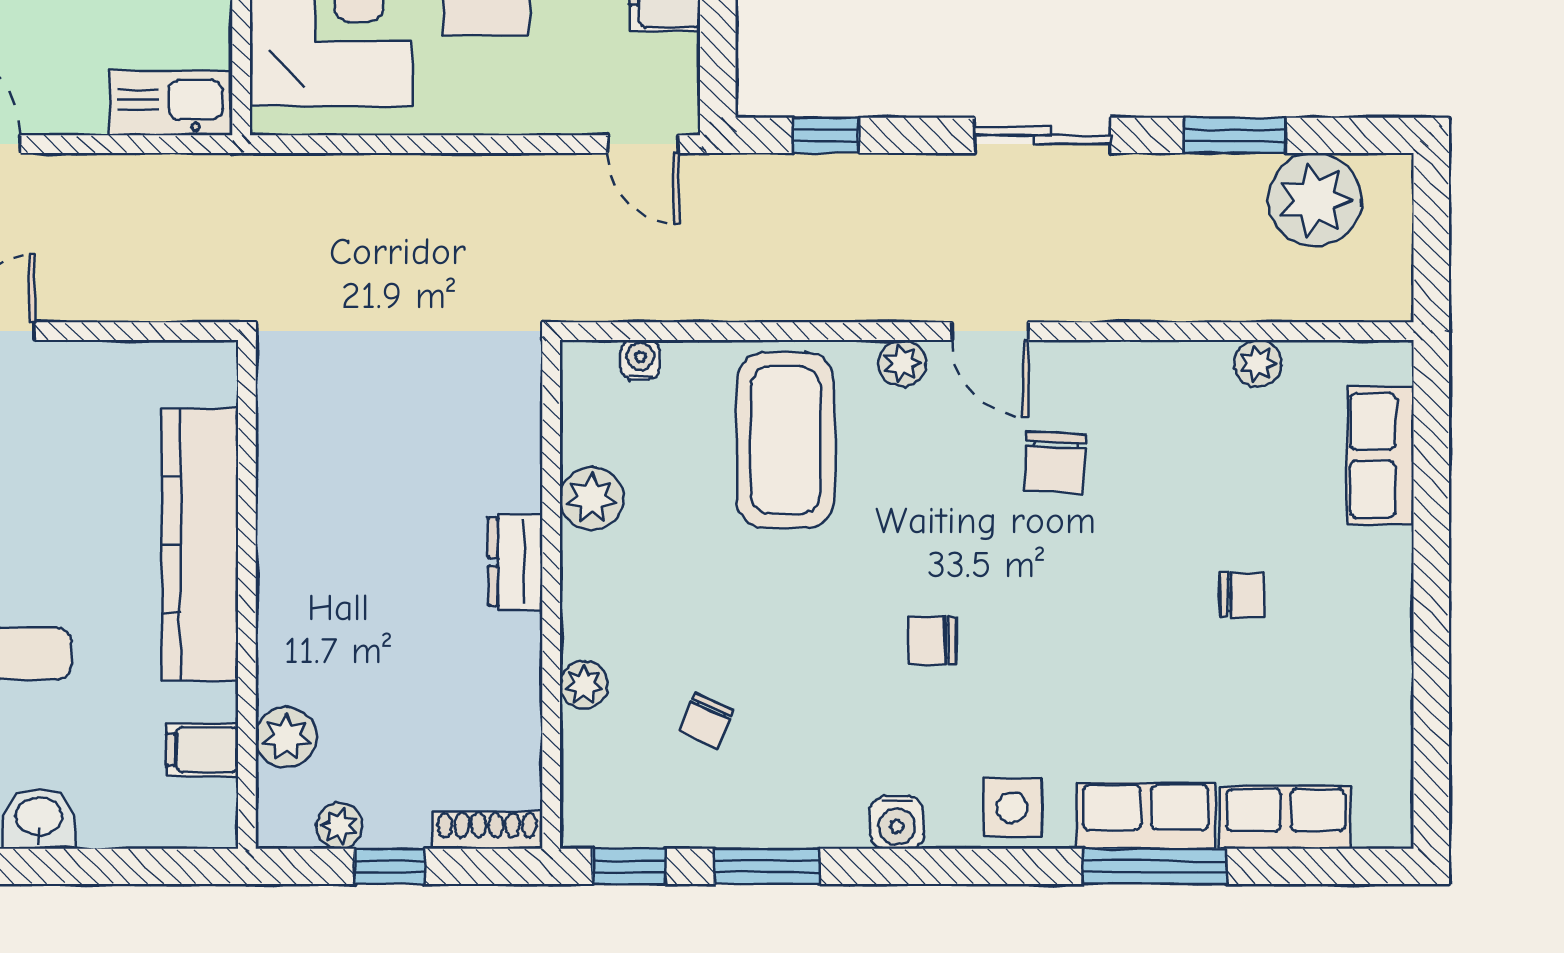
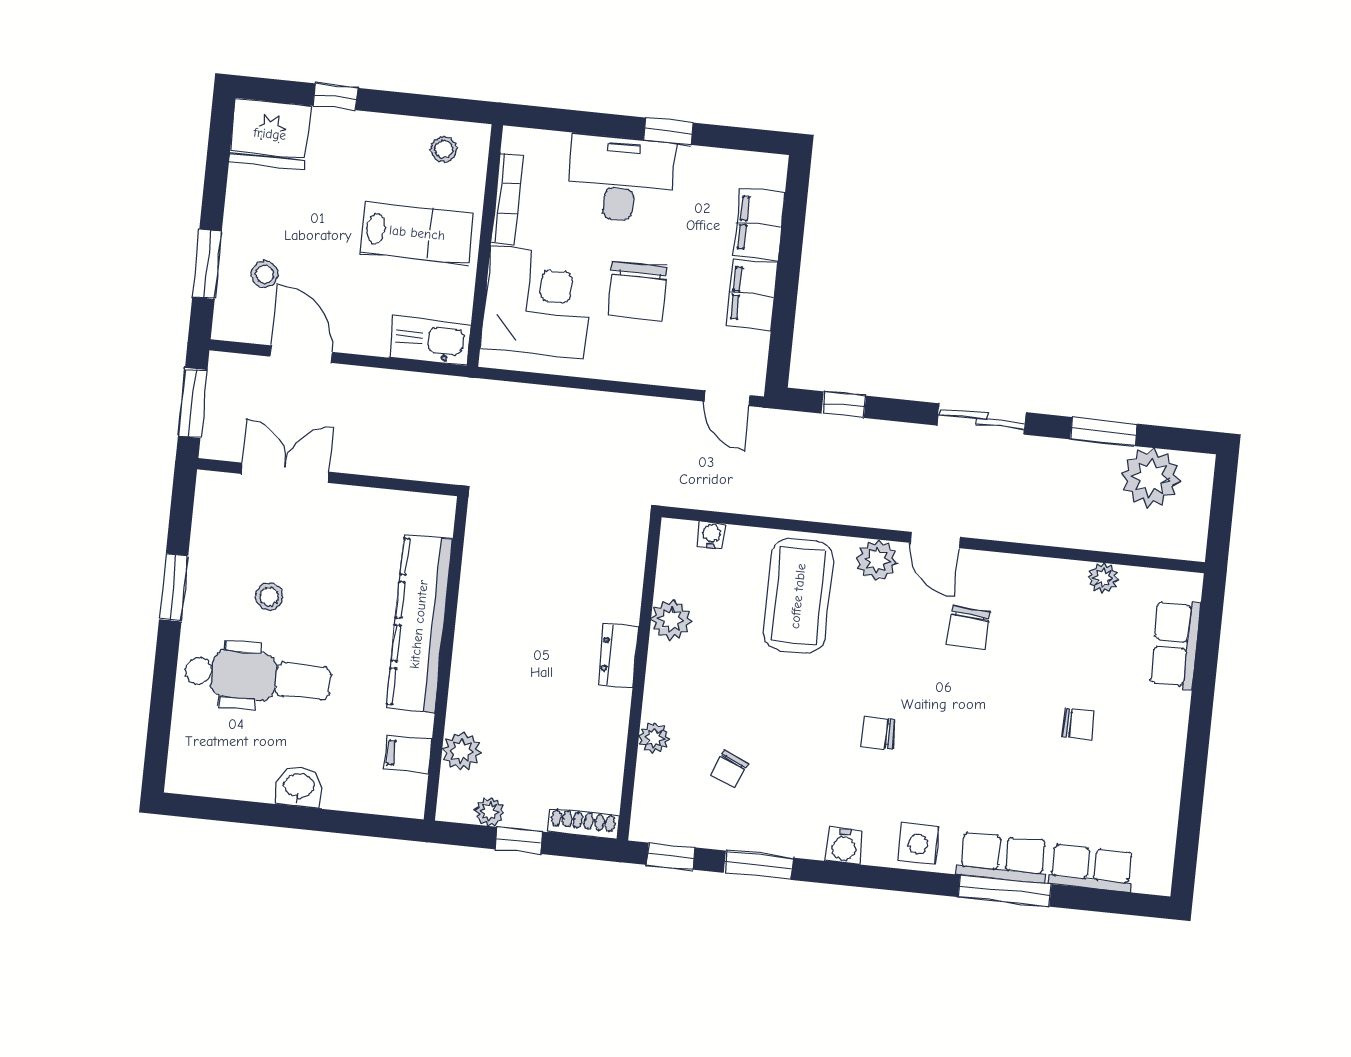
plant: (902, 364) -> (877, 560), width x1.38, depth x1.38

